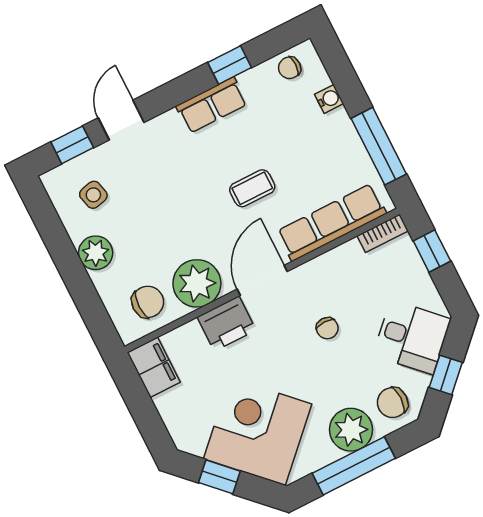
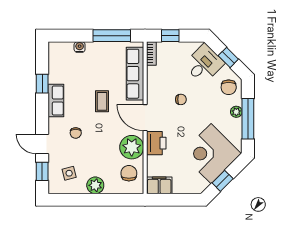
chair: (290, 68) -> (76, 133), moved
plant: (351, 430) -> (236, 112), width x0.53, depth x0.53

